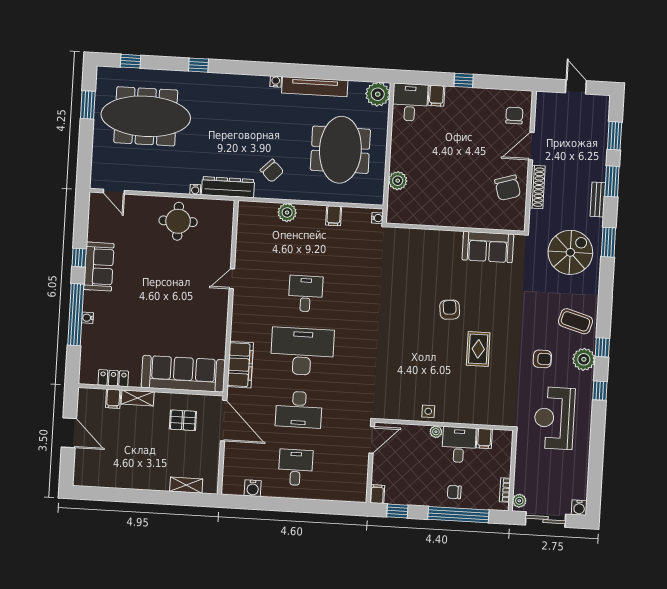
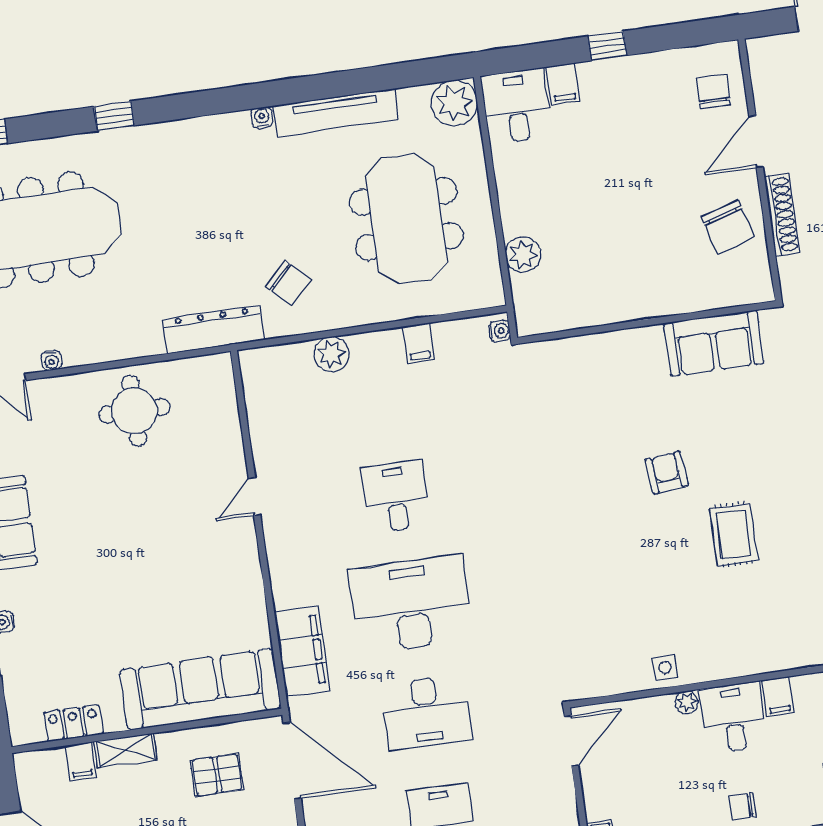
water cooler: (195, 189) -> (51, 361), moved

